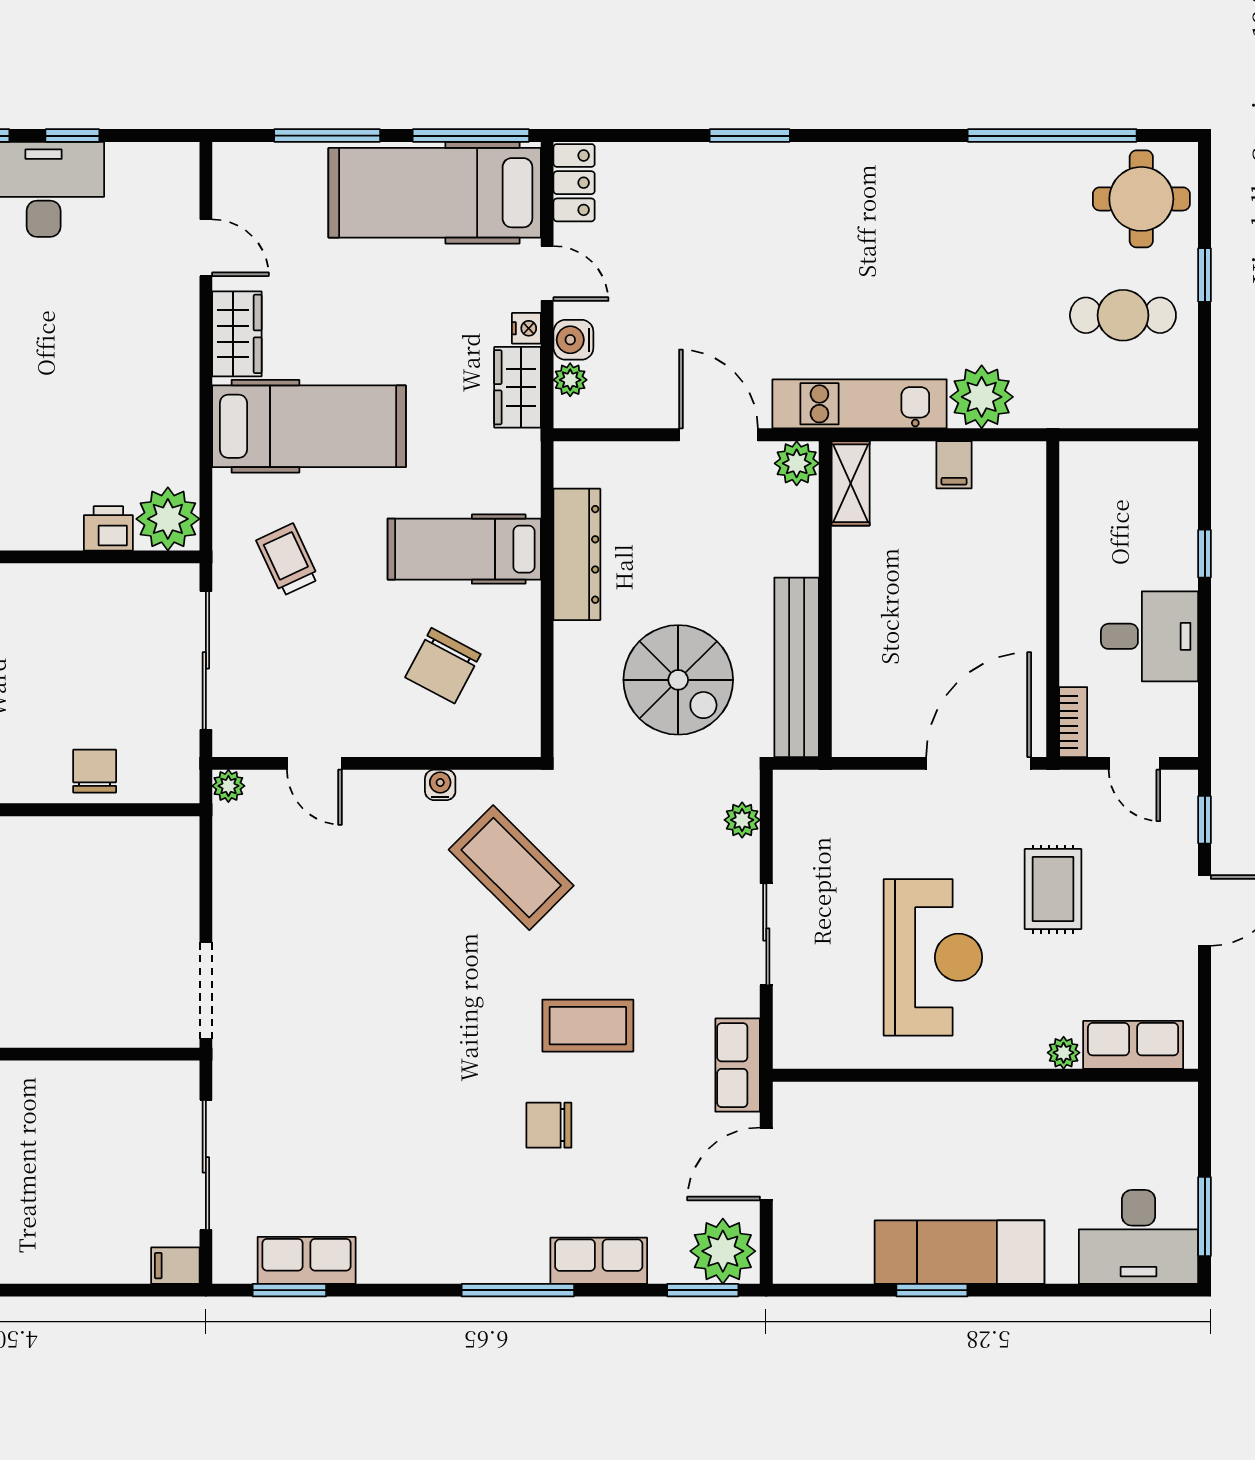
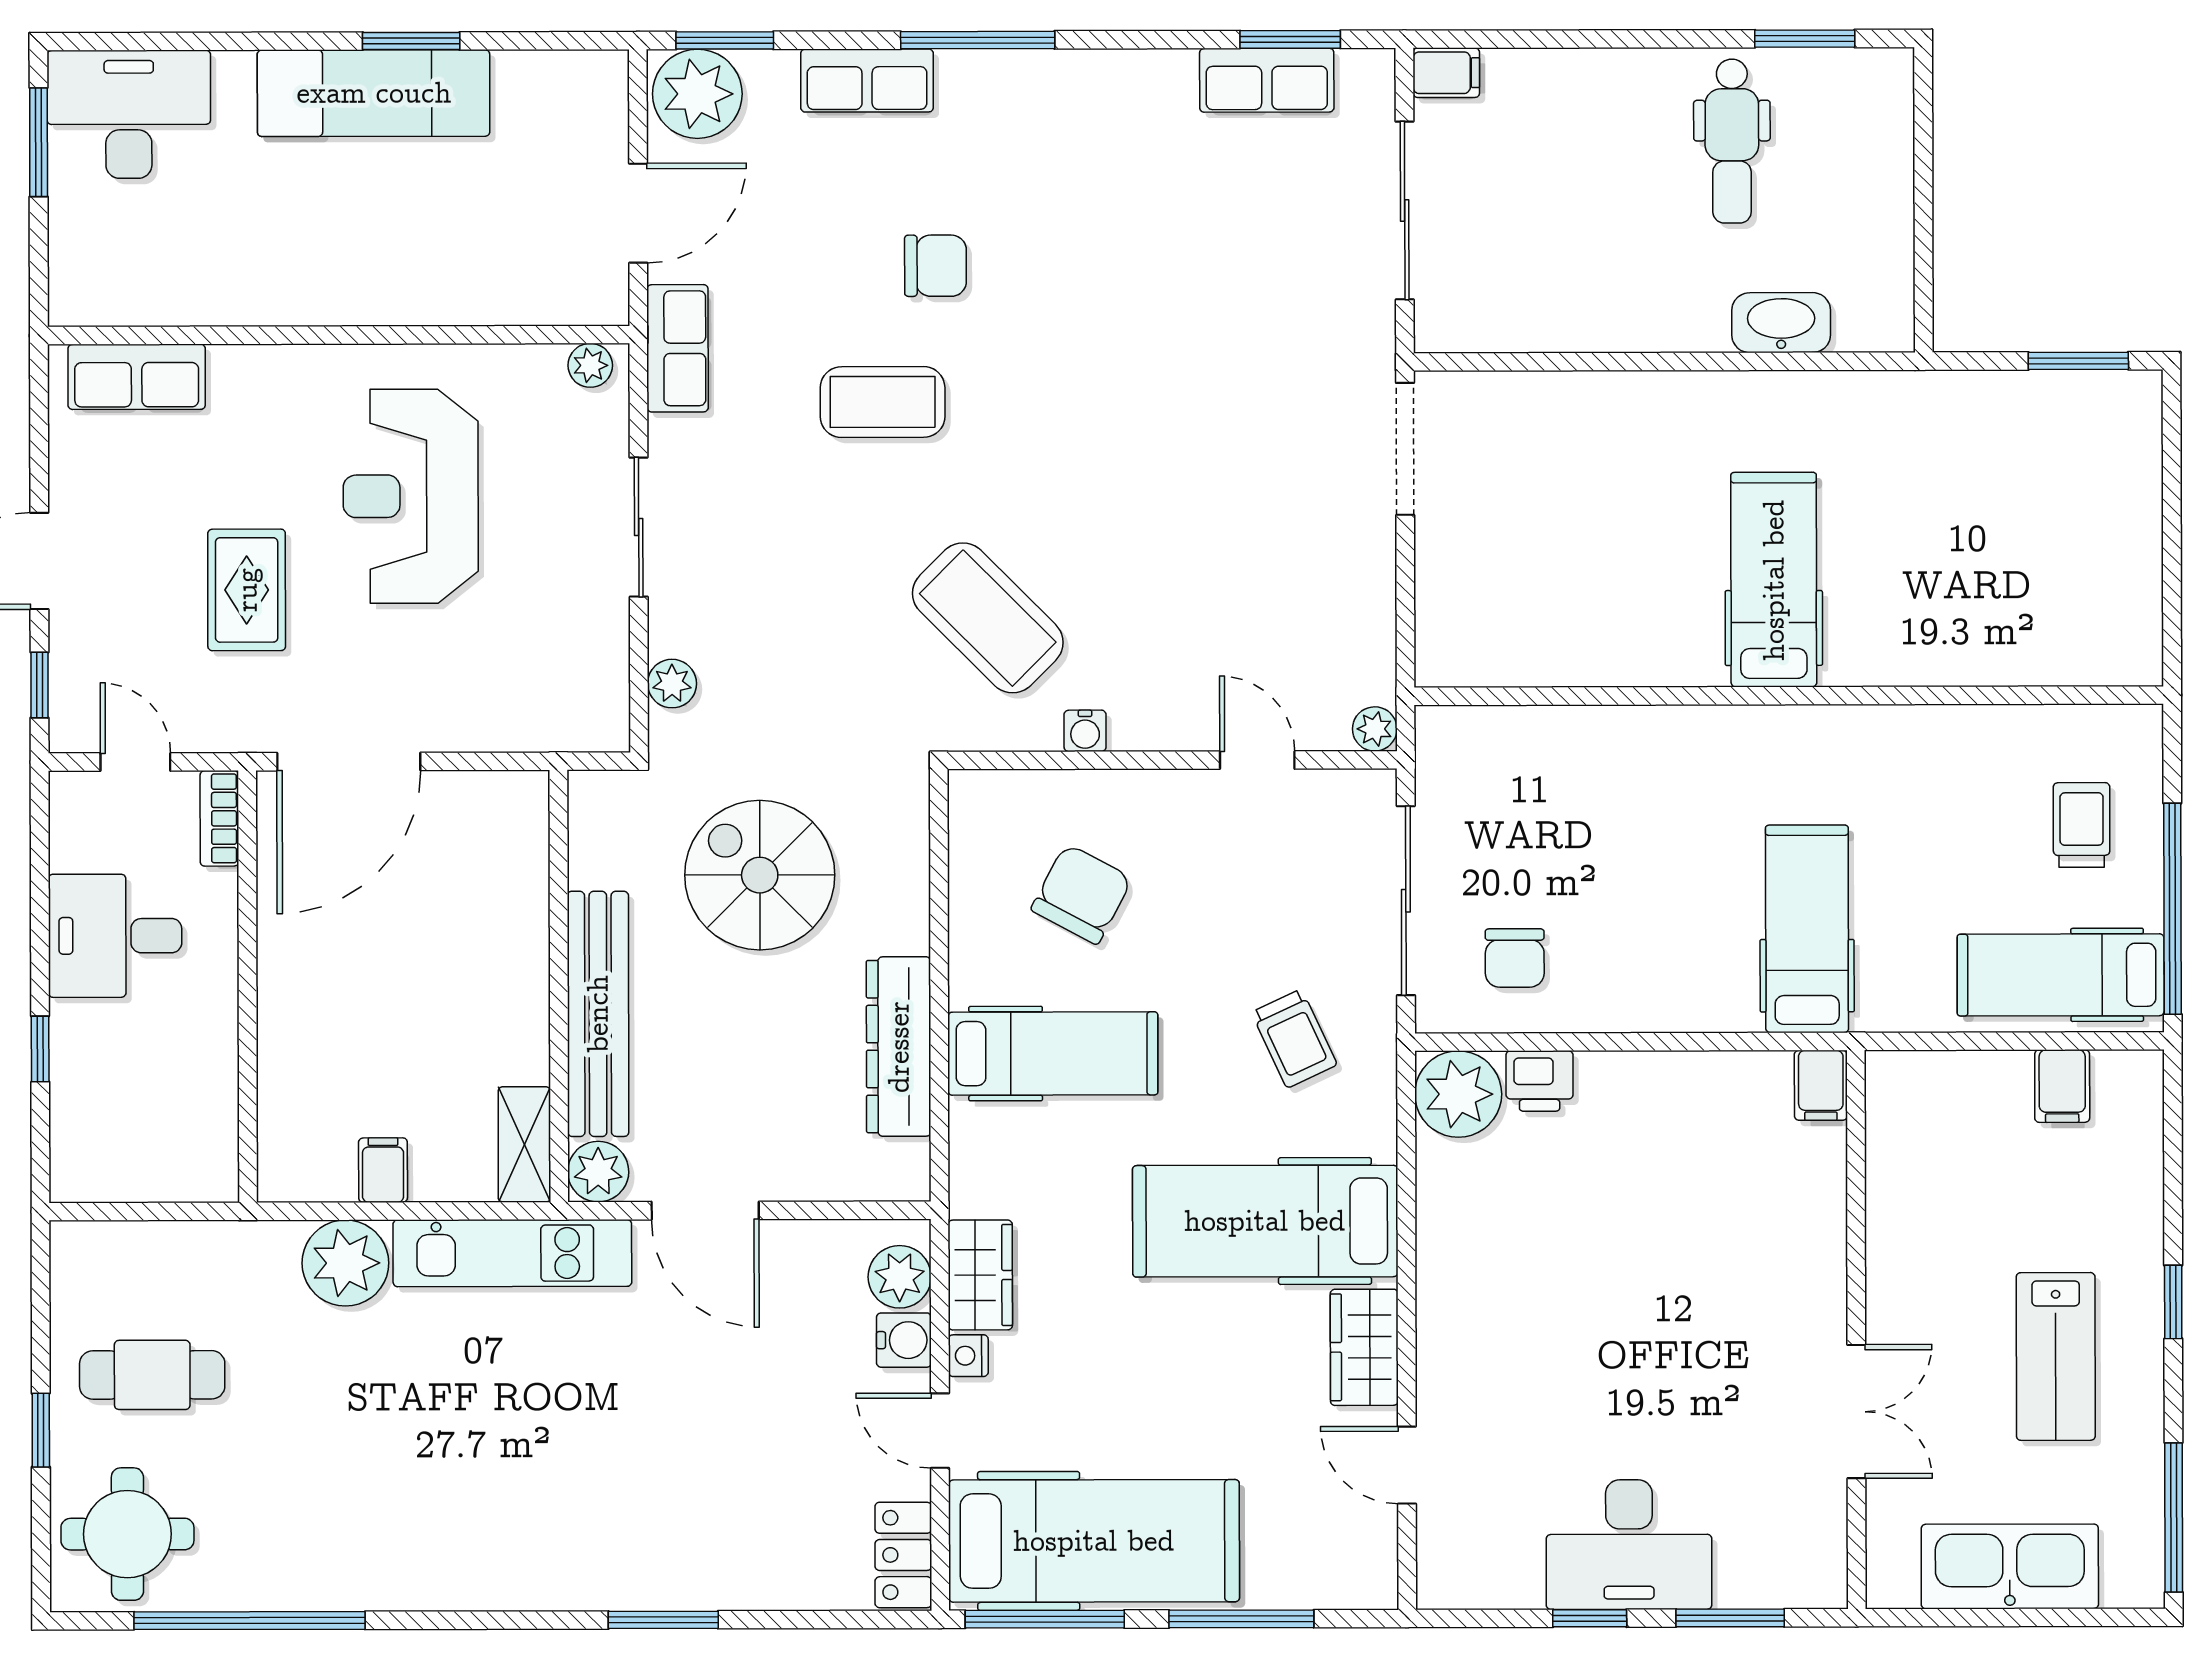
plant: (570, 380) -> (900, 1277), width x1.38, depth x1.38
bench: (797, 667) -> (598, 1014), moved
chair: (95, 771) -> (1515, 958), moved
plant: (1064, 1053) -> (590, 365), moved

